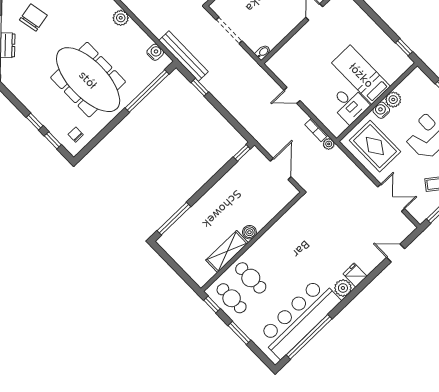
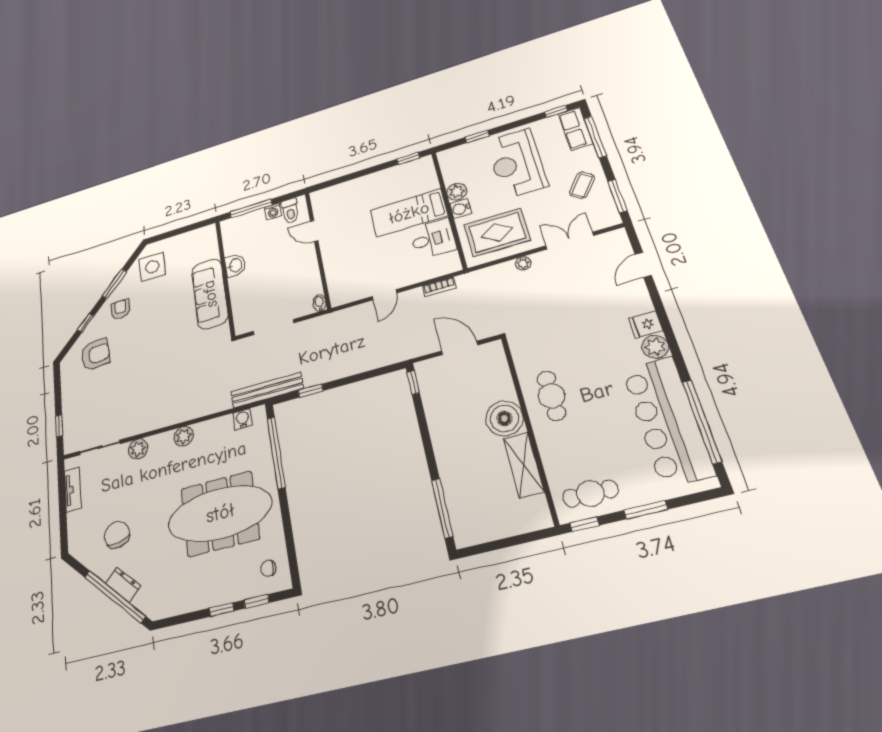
plant: (329, 144) -> (523, 263), moved
boiler: (249, 232) -> (504, 418), width x1.86, depth x1.86
cafe table: (251, 278) -> (551, 396), moved, turned 90

